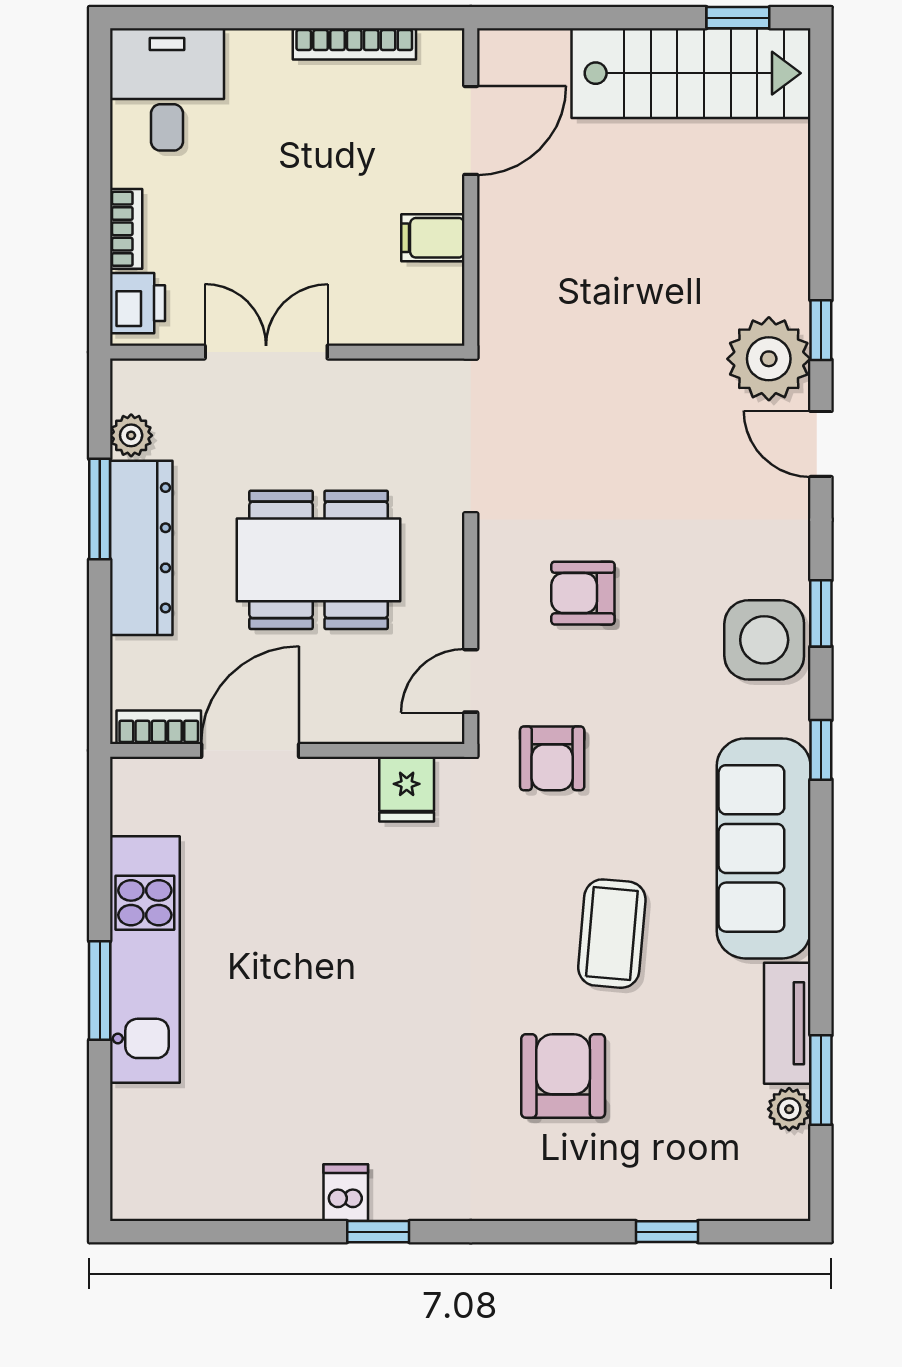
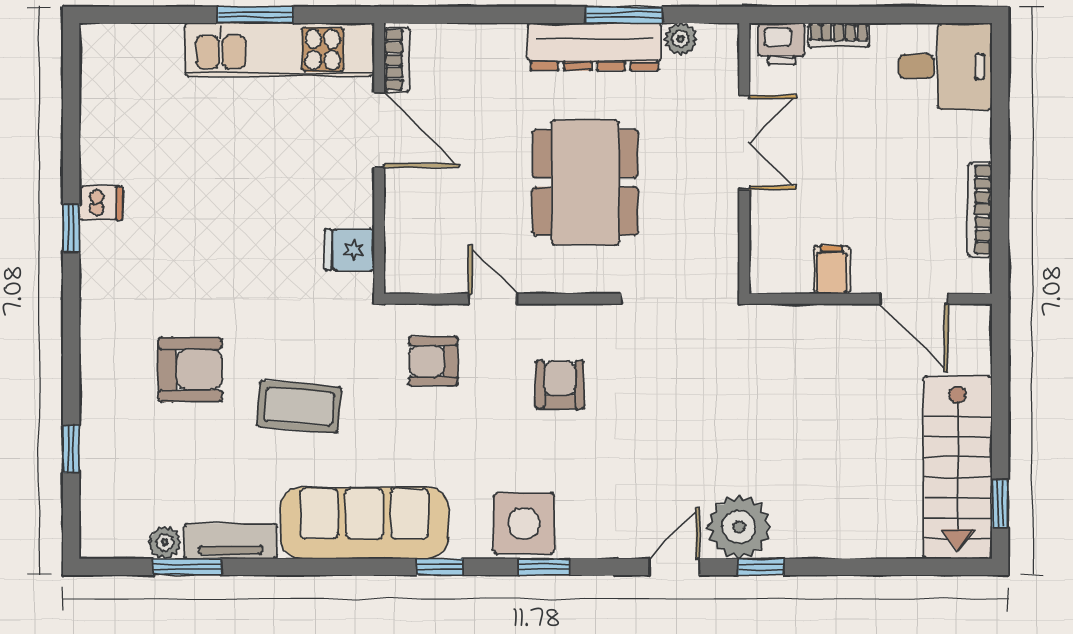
bookcase: (159, 727) -> (397, 60), moved
door: (250, 750) -> (379, 130), moved
wall: (287, 750) -> (379, 158), moved
fridge: (407, 789) -> (350, 250), moved

